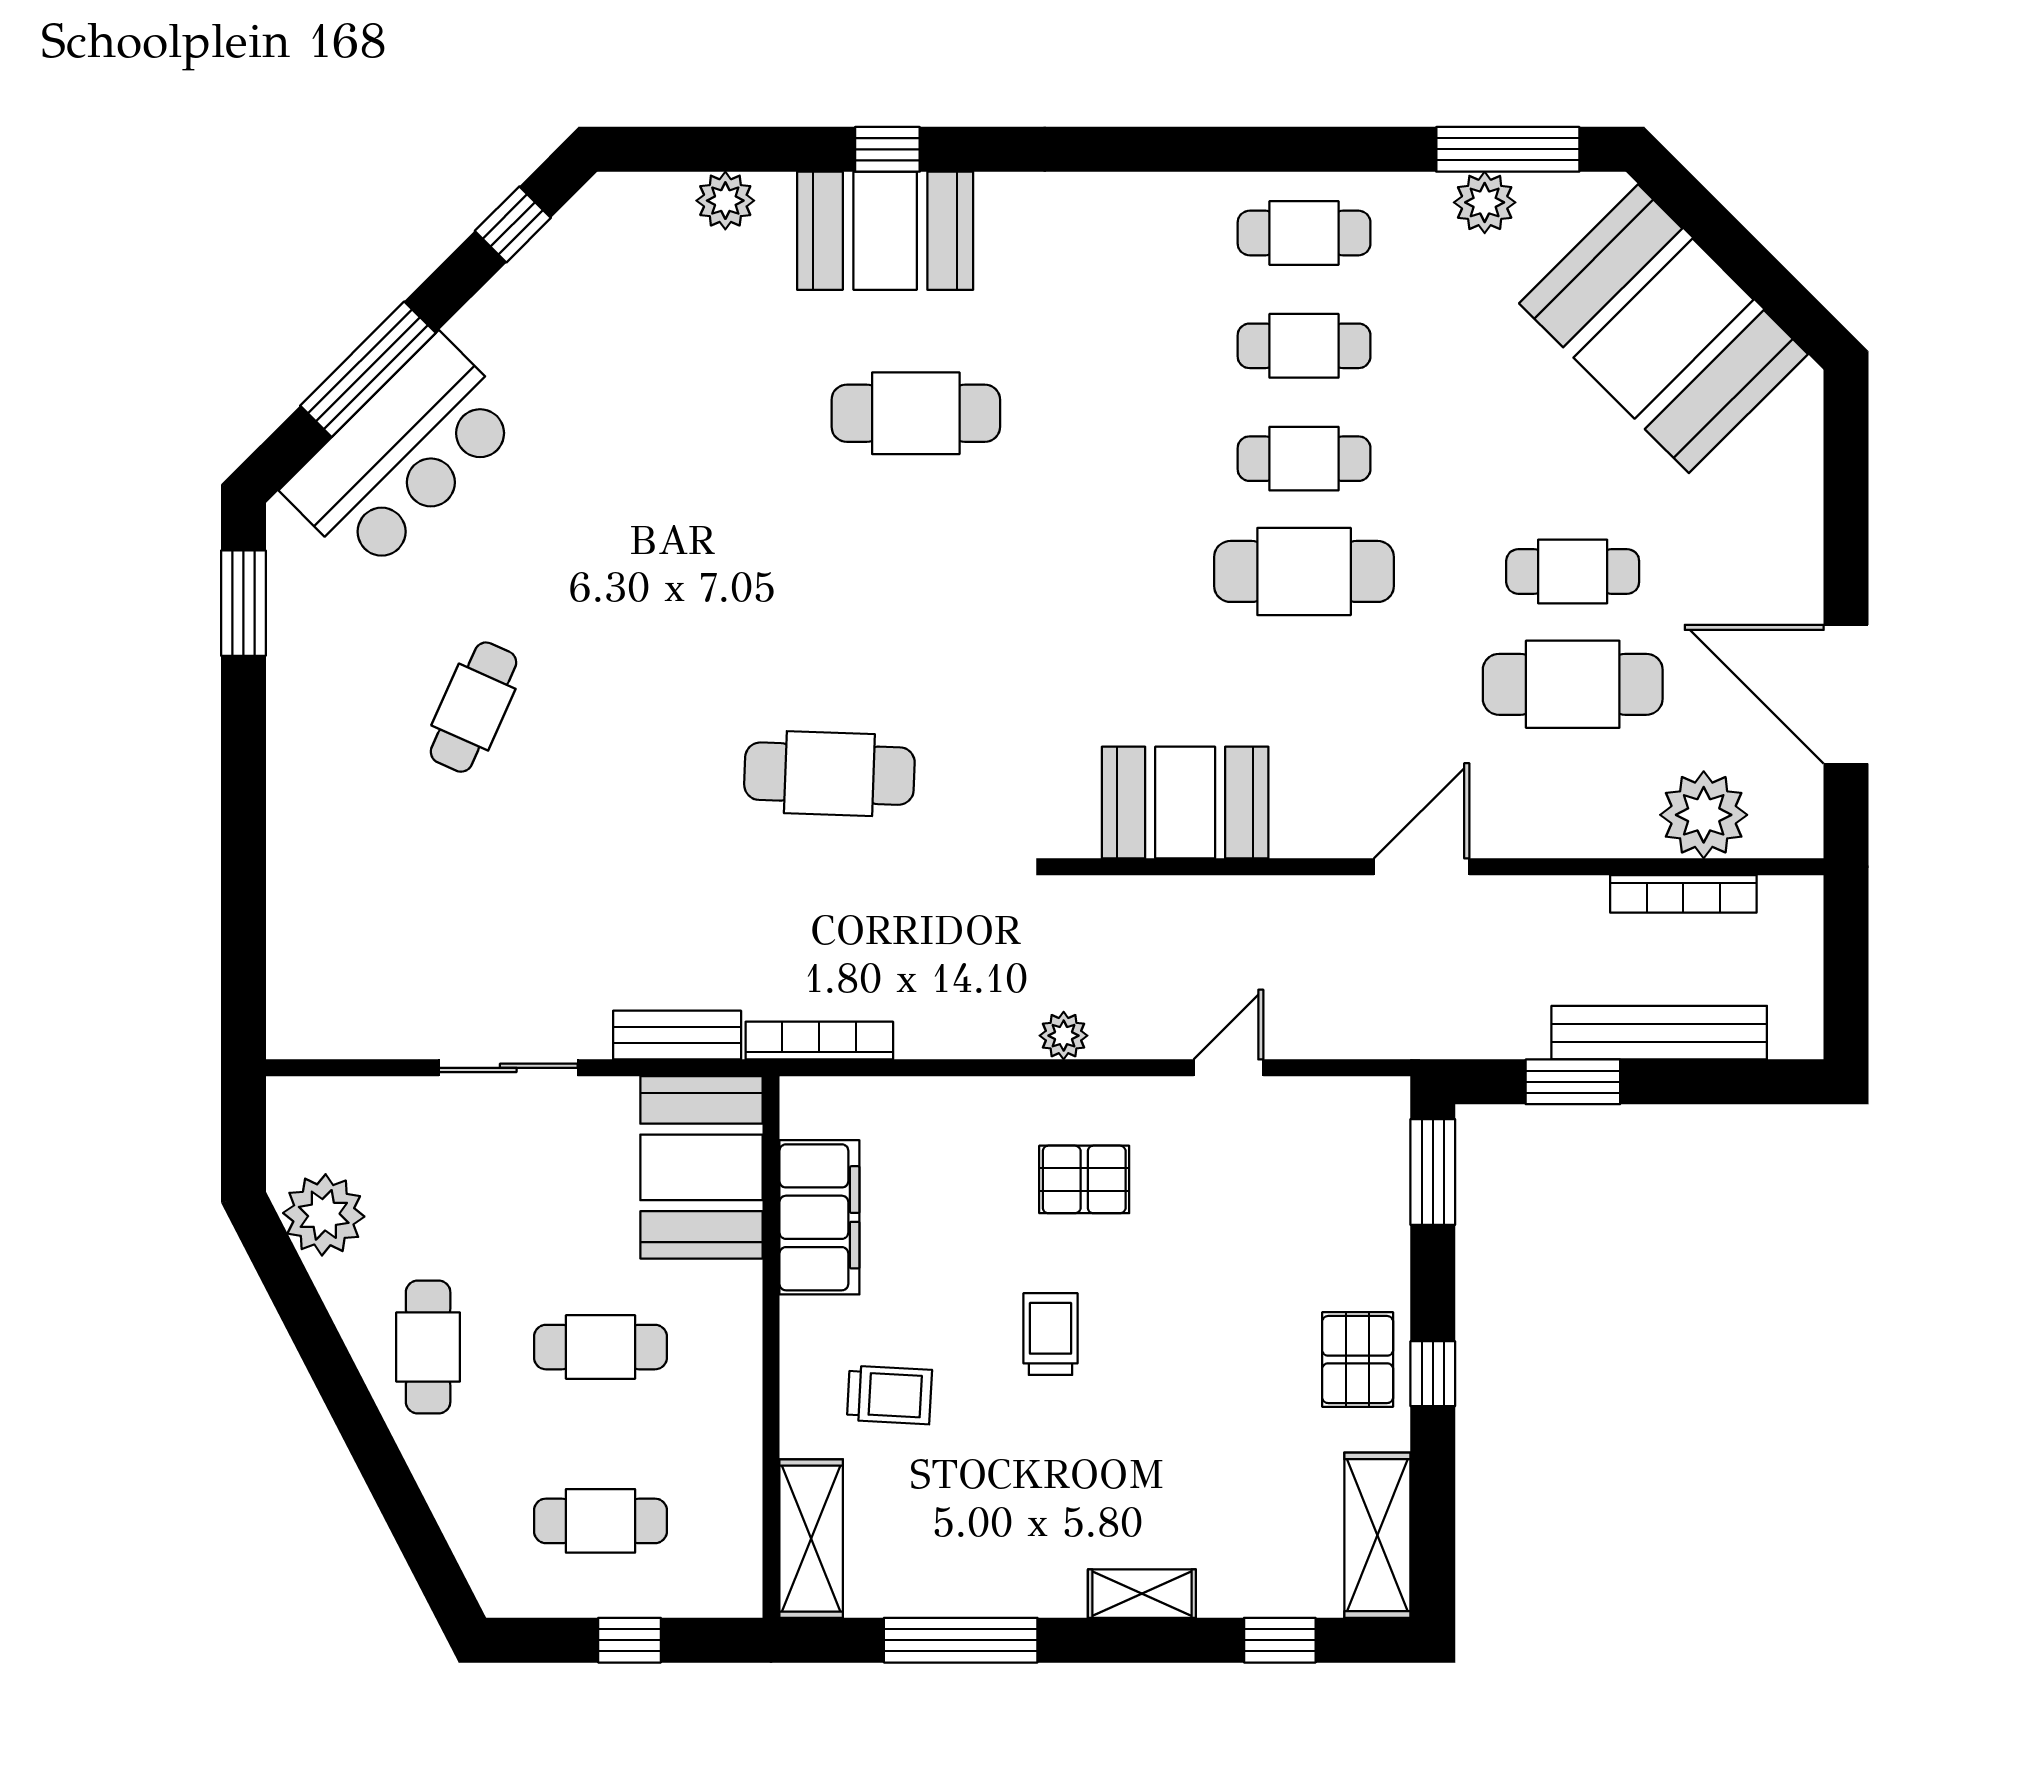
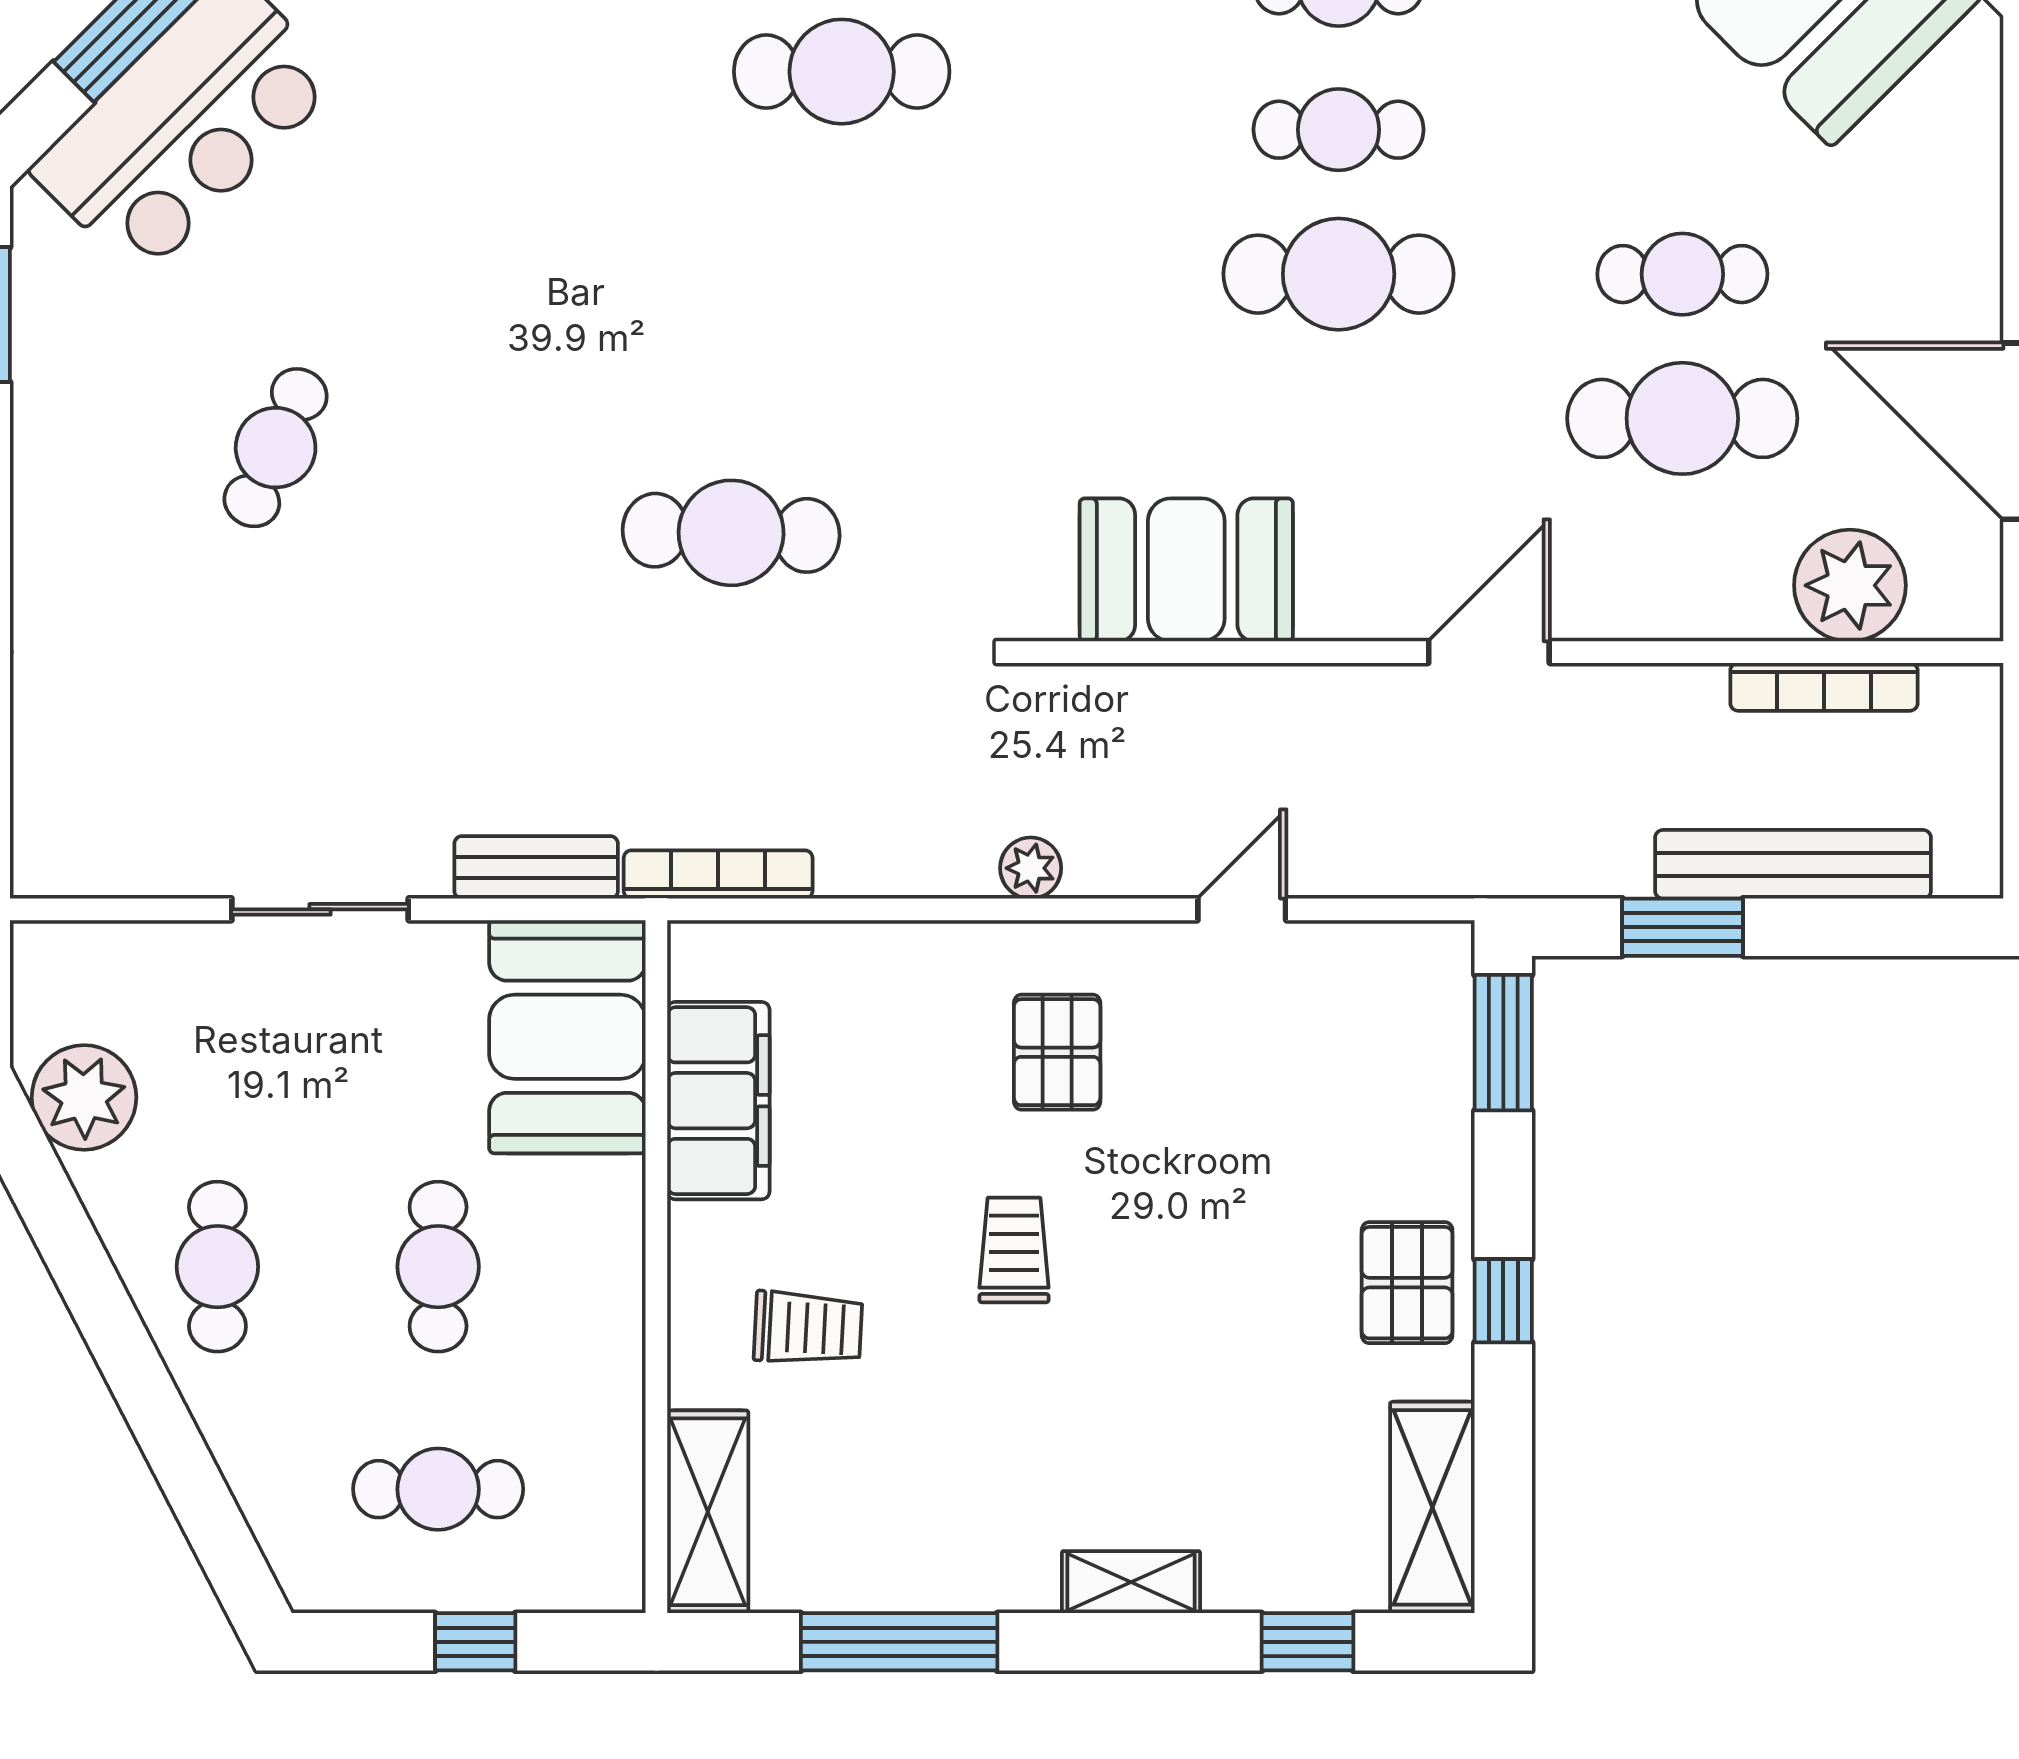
pallet: (1084, 1179) -> (1057, 1052), turned 90
cafe table: (600, 1347) -> (438, 1267), turned 90

